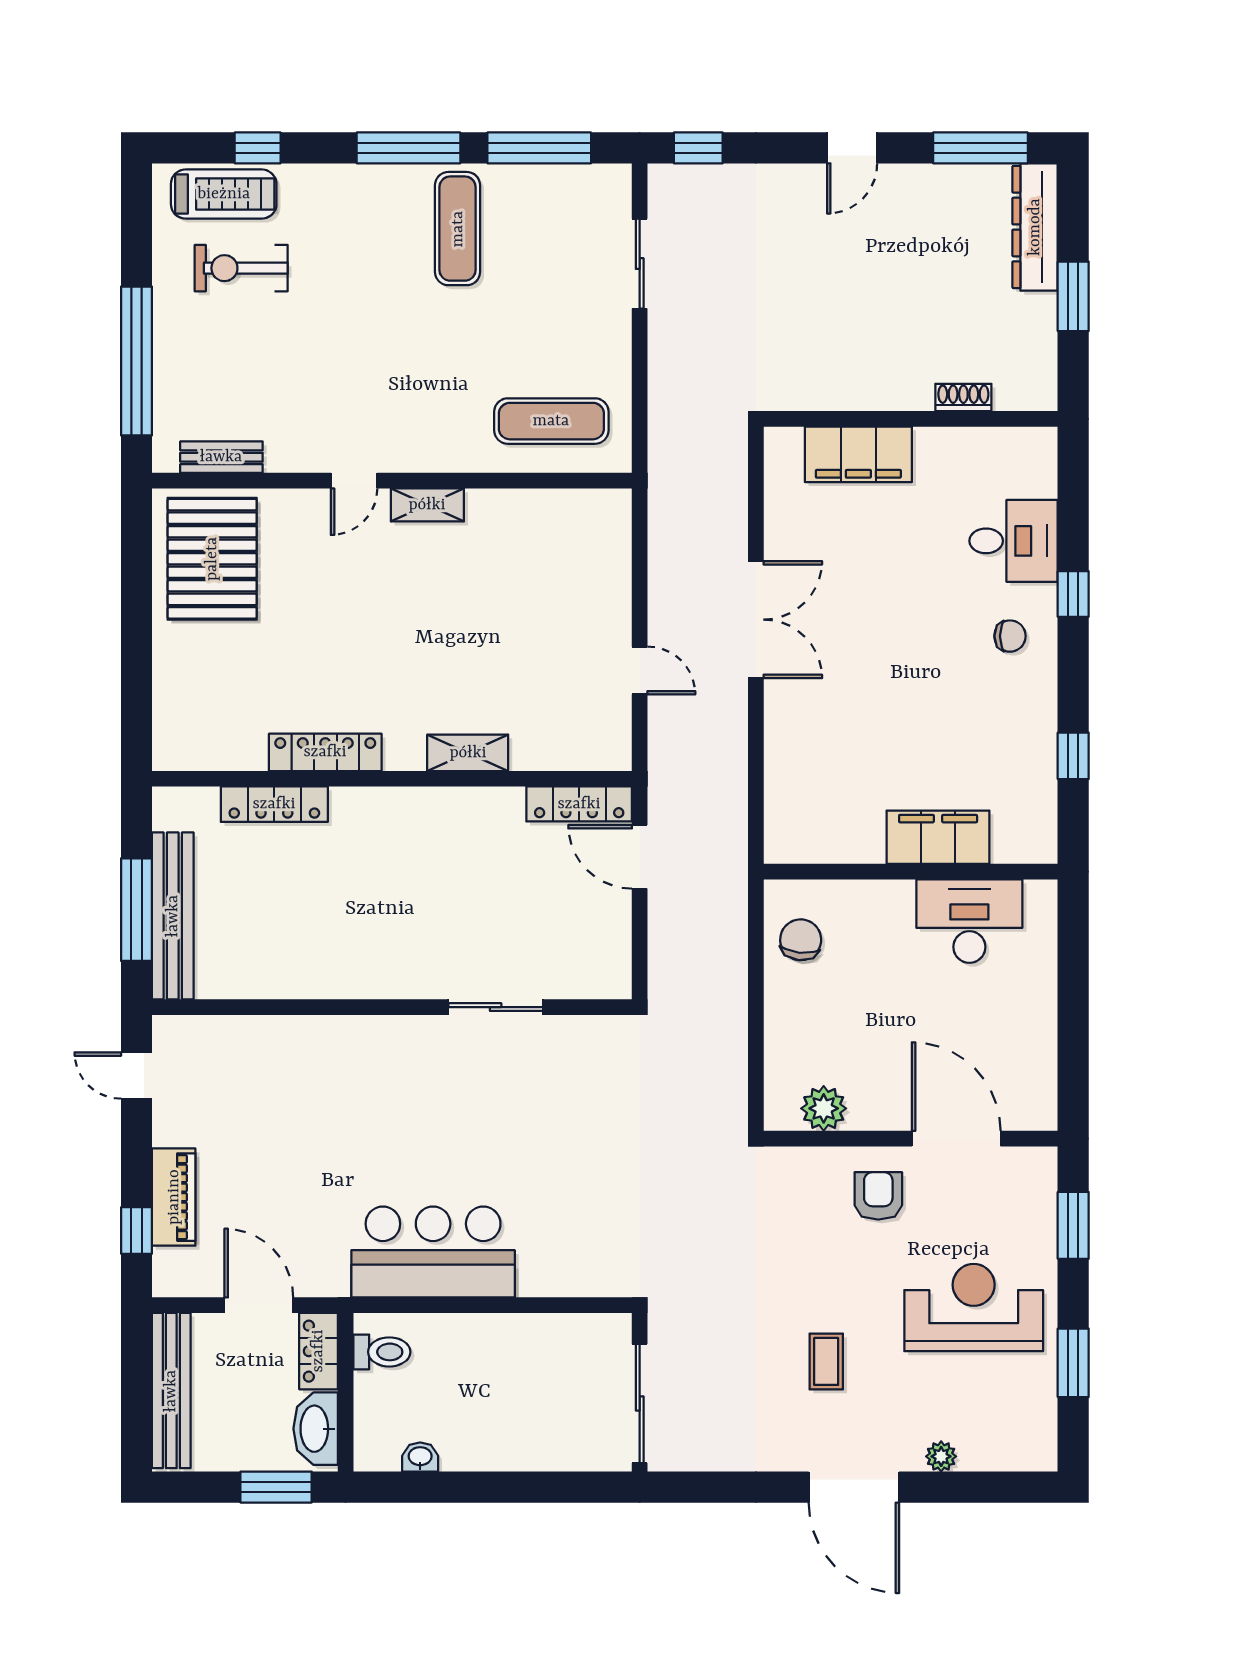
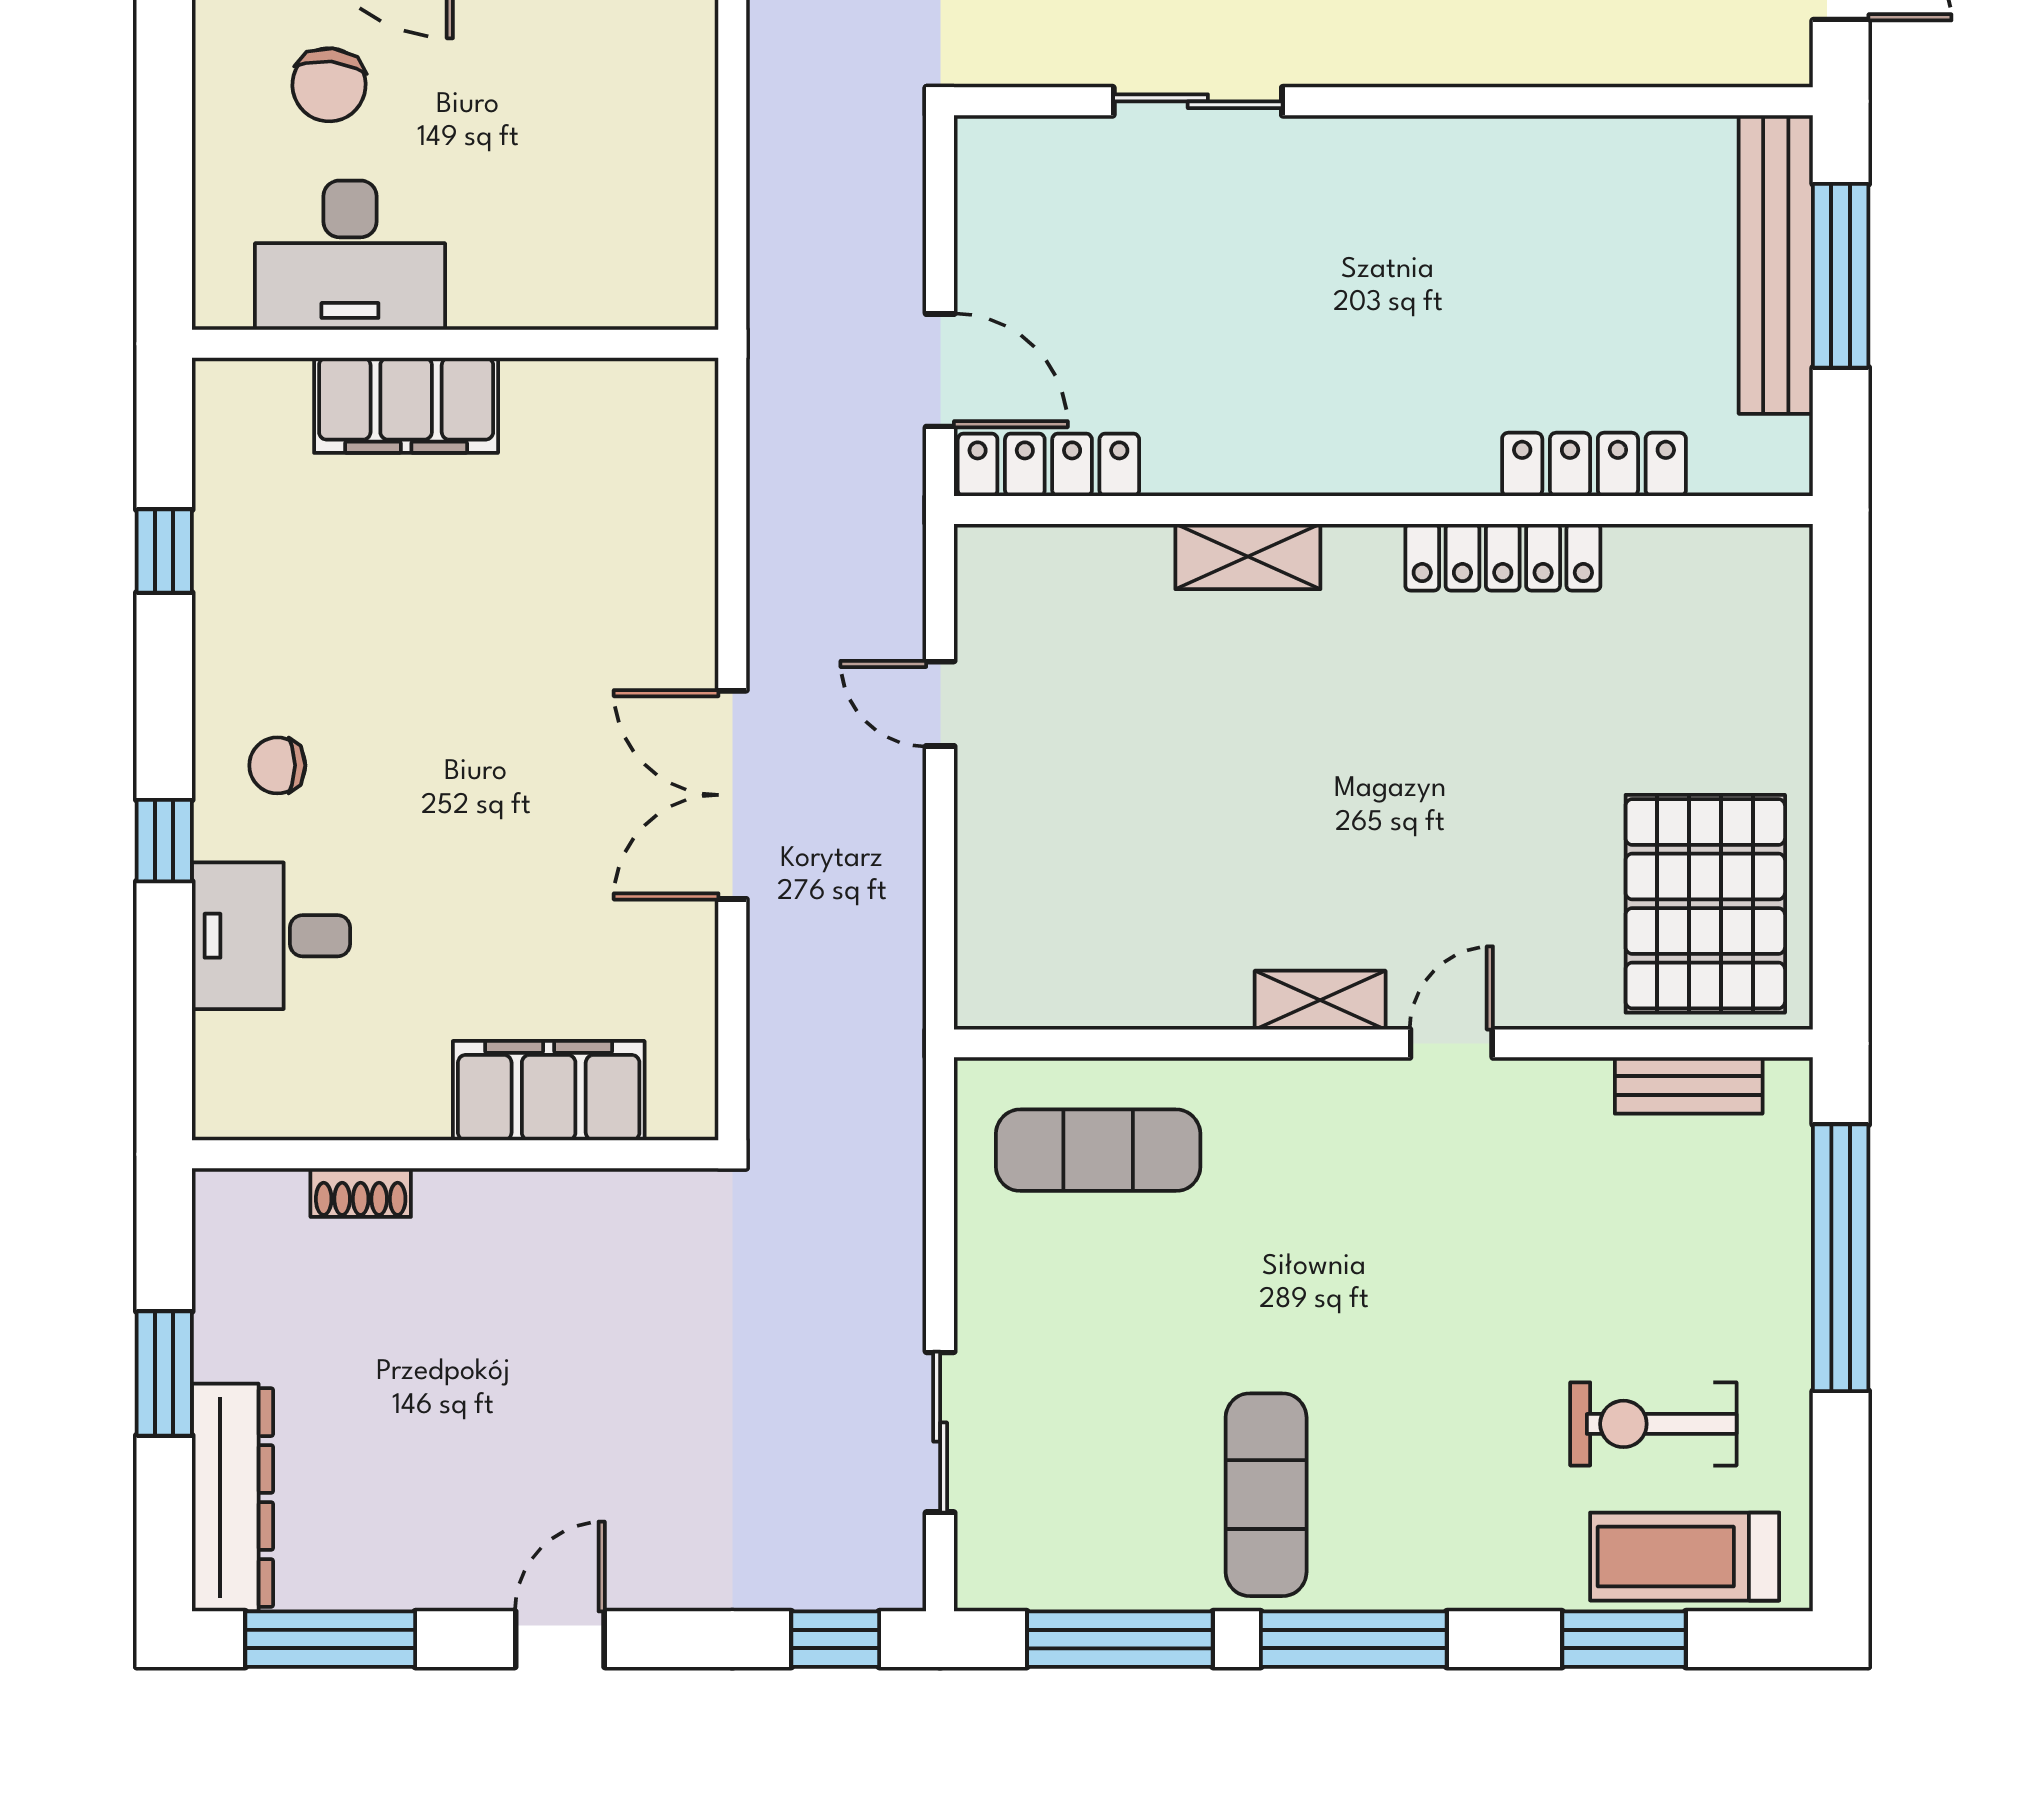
window: (258, 148) -> (1624, 1639), width x1.50
exercise bike: (241, 268) -> (1653, 1424), turned 180
chair: (801, 940) -> (329, 85), moved

